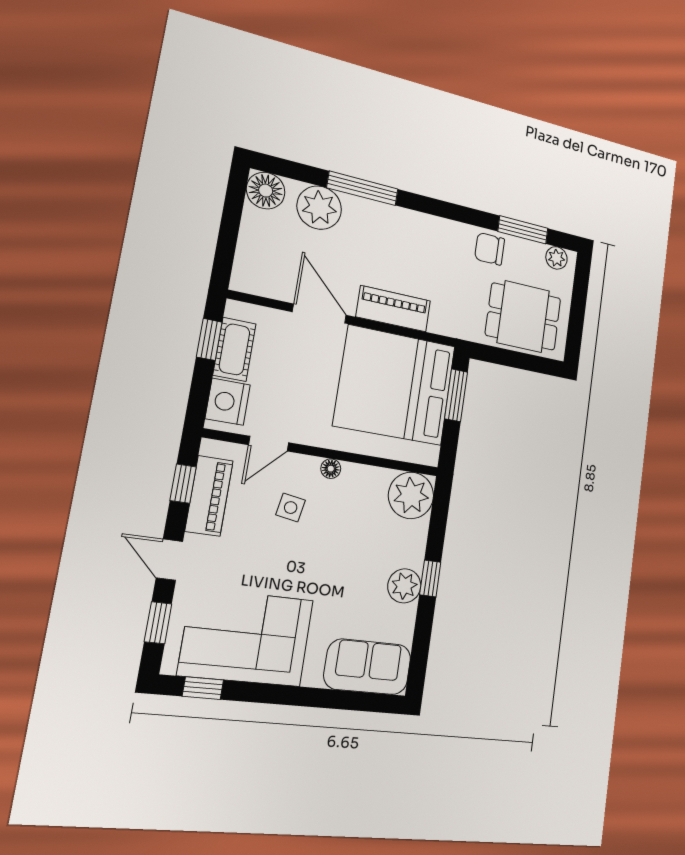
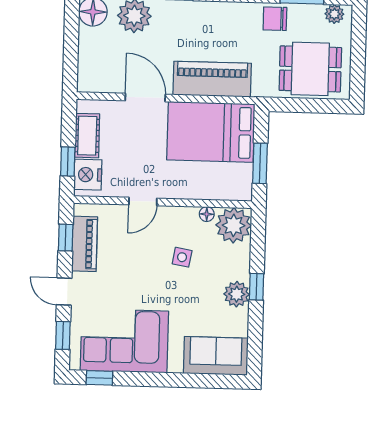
piano: (393, 309) -> (212, 79), width x1.37, depth x1.33
window: (209, 339) -> (68, 161), moved
bed: (395, 385) -> (211, 132), width x0.73
window: (456, 395) -> (260, 163), moved
door: (269, 444) -> (143, 201), moved
floor lamp: (331, 469) -> (207, 214), moved
side table: (291, 508) -> (182, 257), moved

